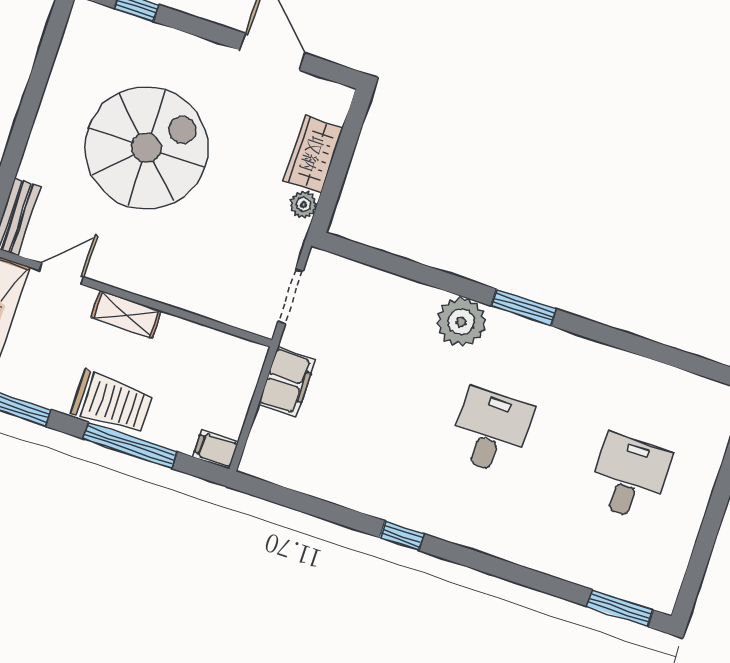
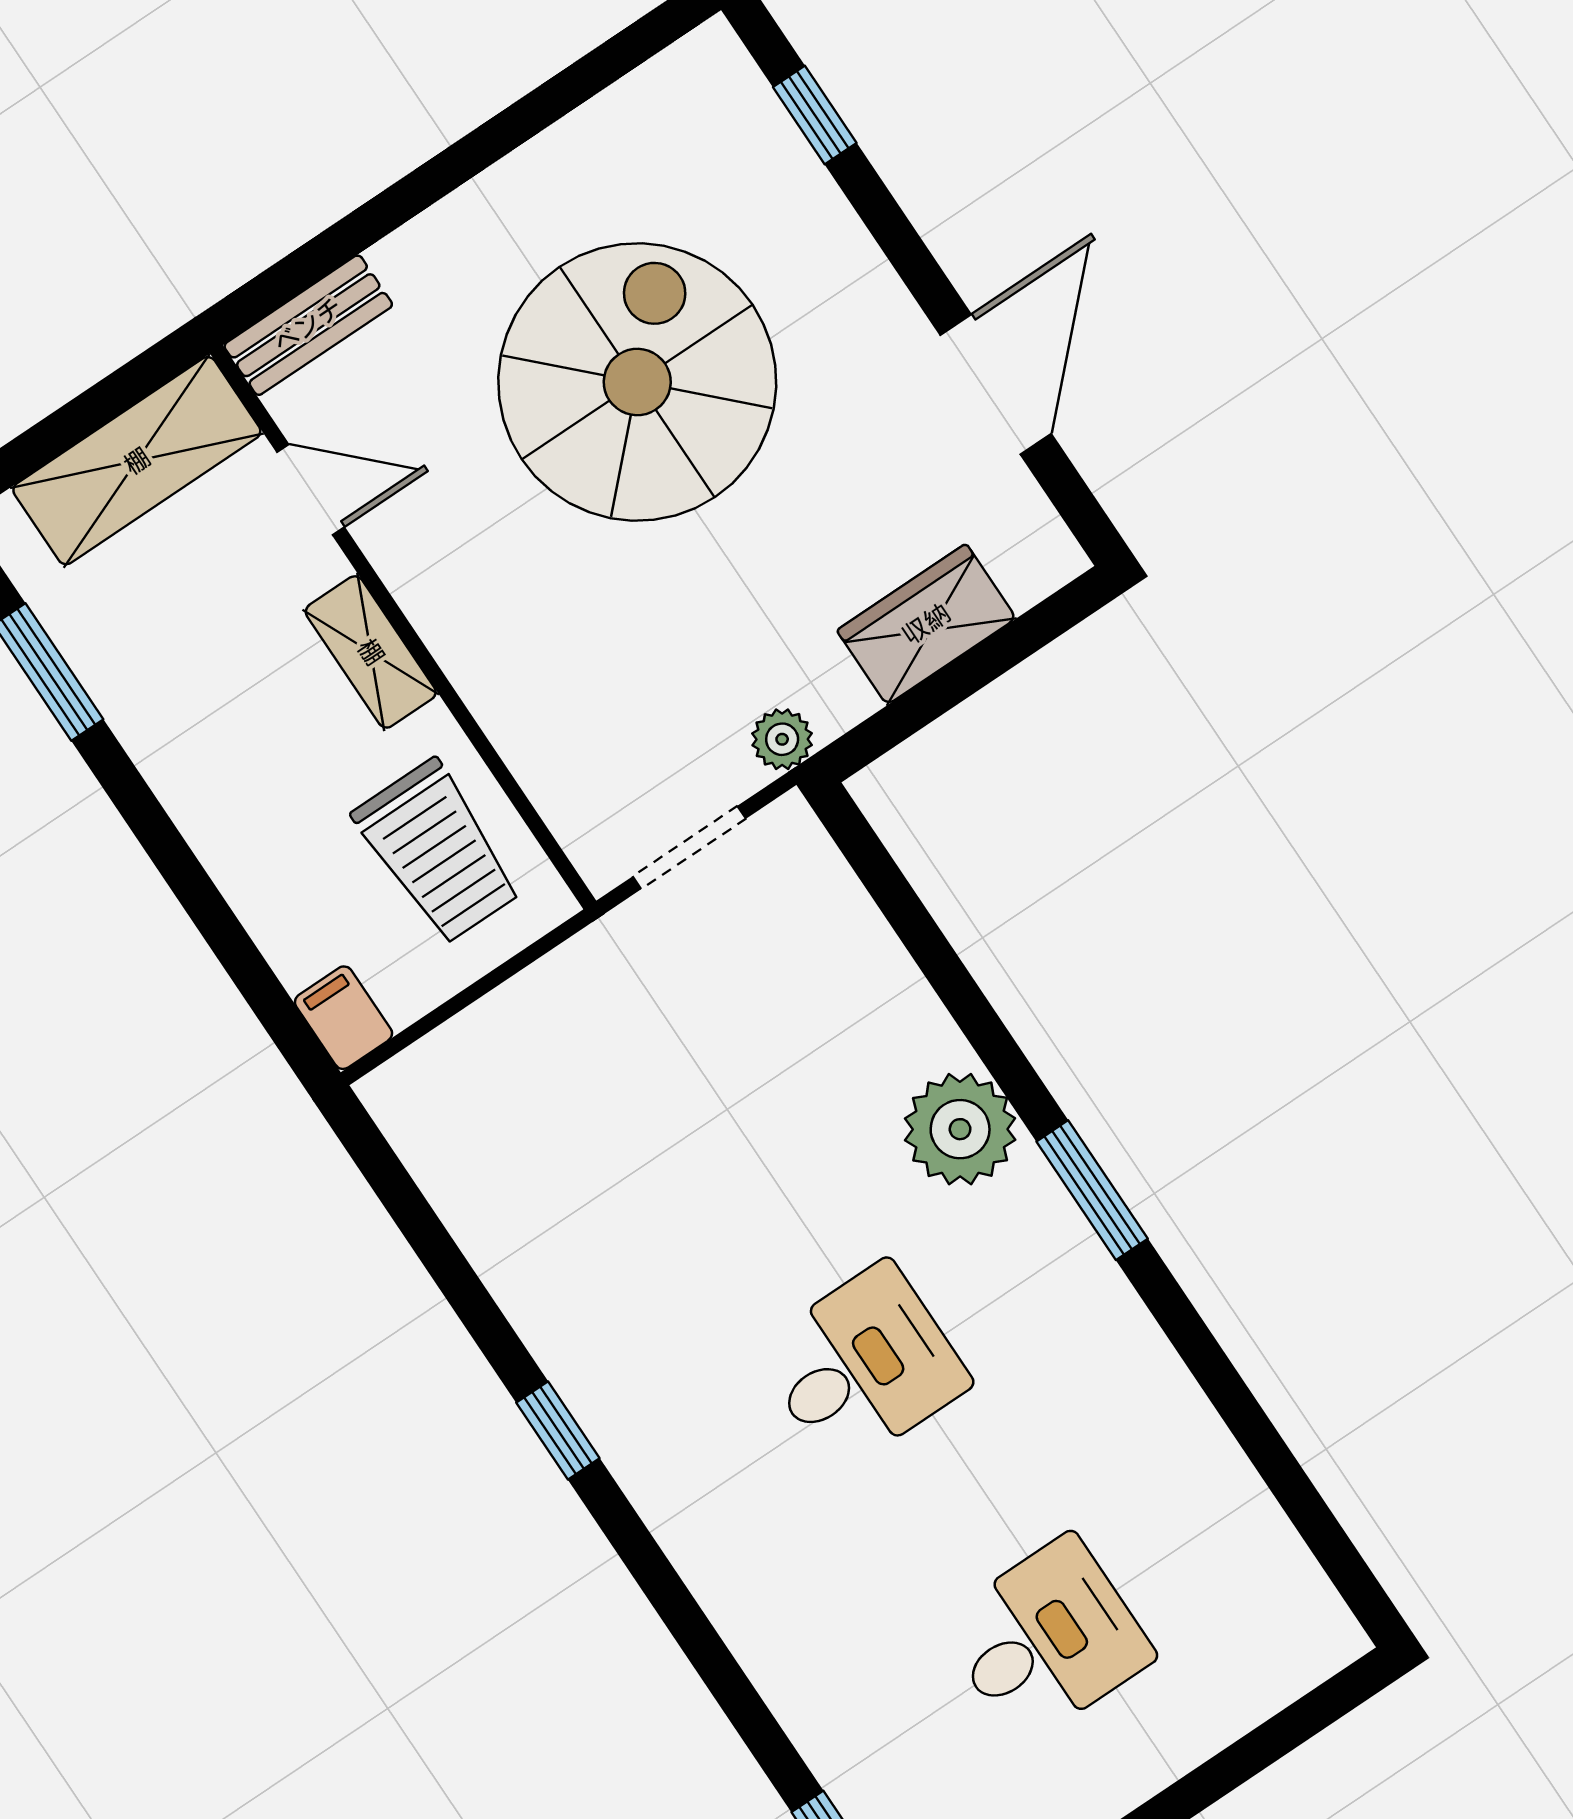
spiral stairs: (147, 148) -> (637, 382), turned -90
plant: (303, 205) -> (782, 739), moved
filing cabinet: (287, 382) -> (565, 996), removed
trolley: (112, 402) -> (438, 852), moved
window: (130, 445) -> (196, 892), removed

